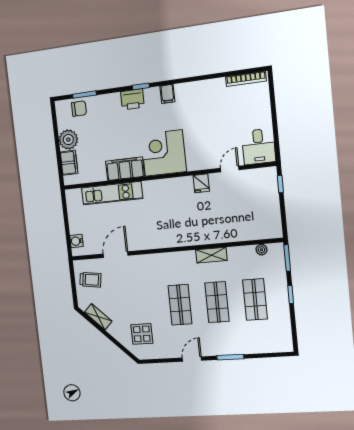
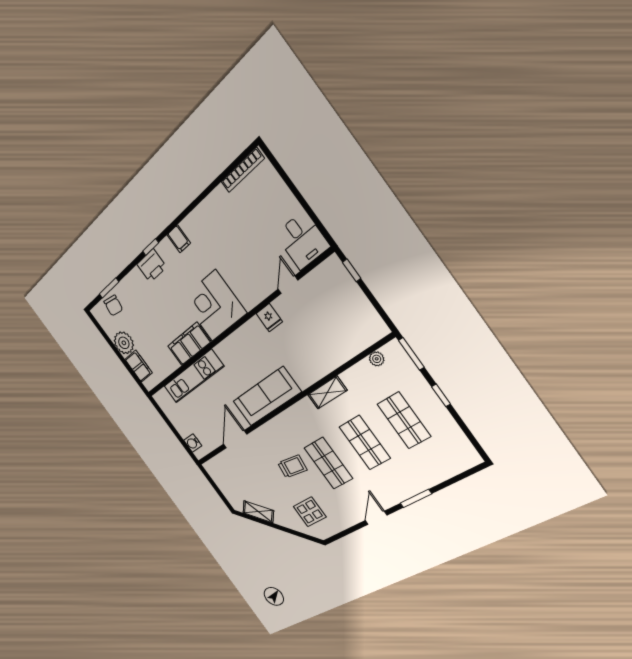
chair: (79, 109) -> (113, 305), turned 100
sofa: (163, 236) -> (267, 397), added
trolley: (90, 280) -> (292, 466), moved

